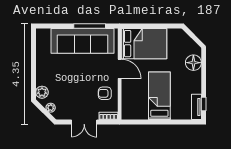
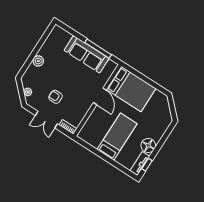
sofa: (82, 41) -> (87, 54), width x0.74, depth x0.79
floor lamp: (193, 63) -> (148, 145), moved
plant: (42, 92) -> (38, 61), moved
armchair: (105, 93) -> (55, 97), moved

